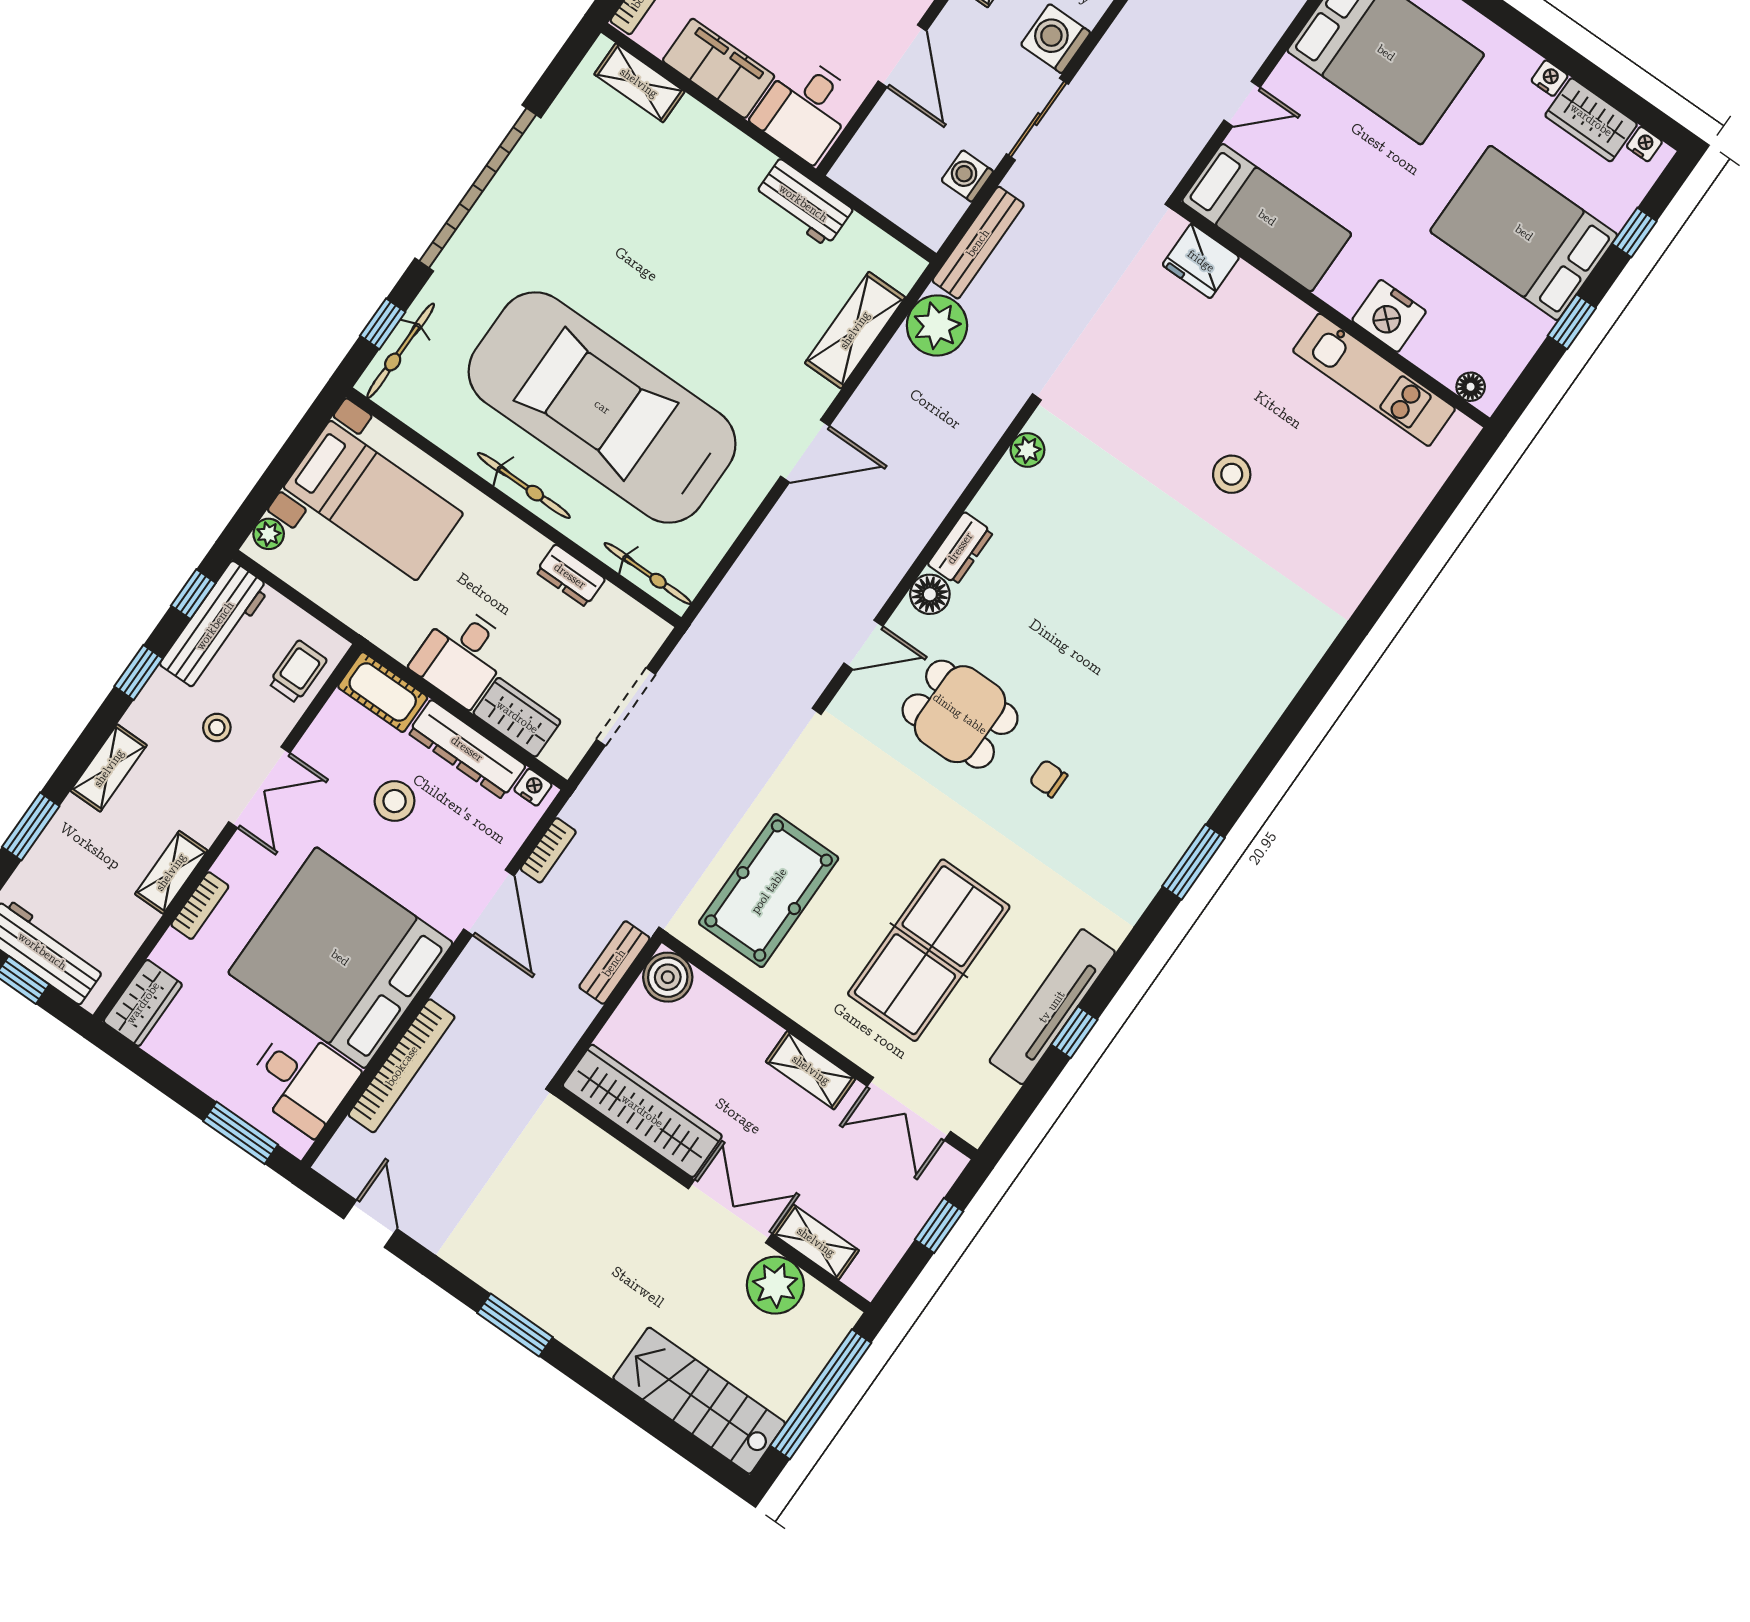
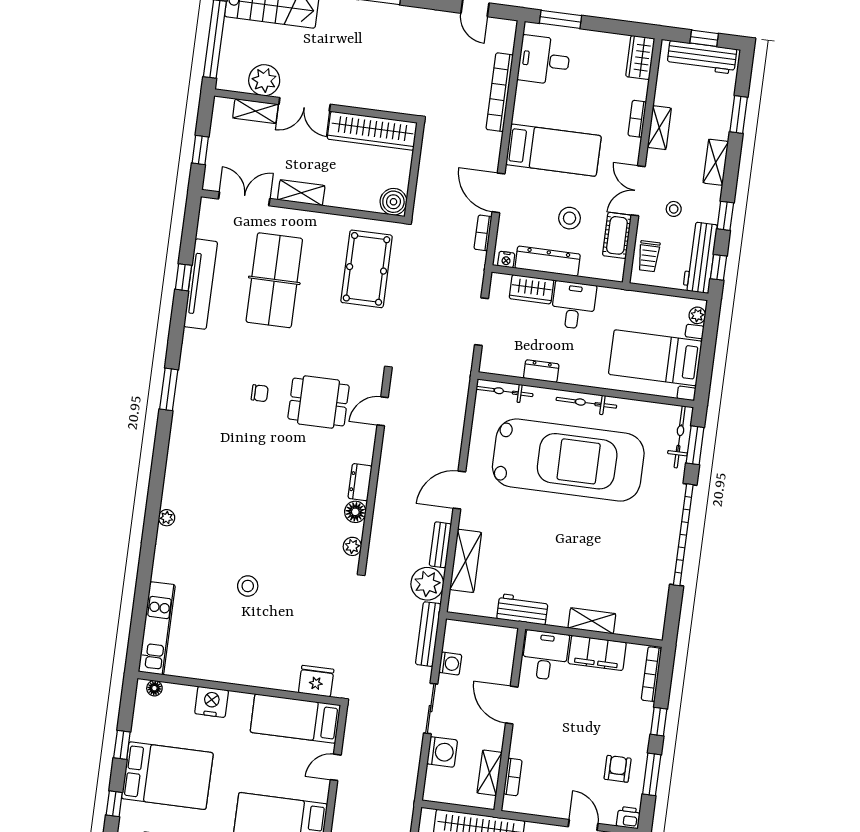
shelving: (639, 83) -> (592, 621), moved
window: (383, 324) -> (695, 445), width x1.50
kitchen unit: (1374, 380) -> (157, 628), moved, turned 90
floor lamp: (930, 594) -> (355, 512), moved
plant: (1306, 654) -> (167, 518), added
cot: (383, 692) -> (617, 235), moved, turned 90
bed: (340, 958) -> (553, 150), width x0.49
bench: (614, 963) -> (440, 545), moved

